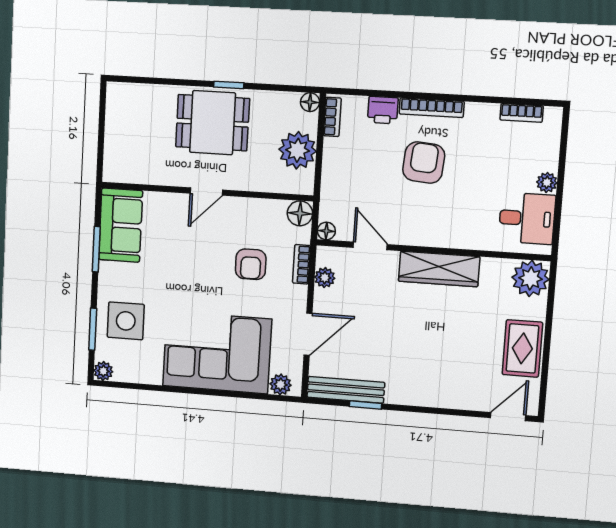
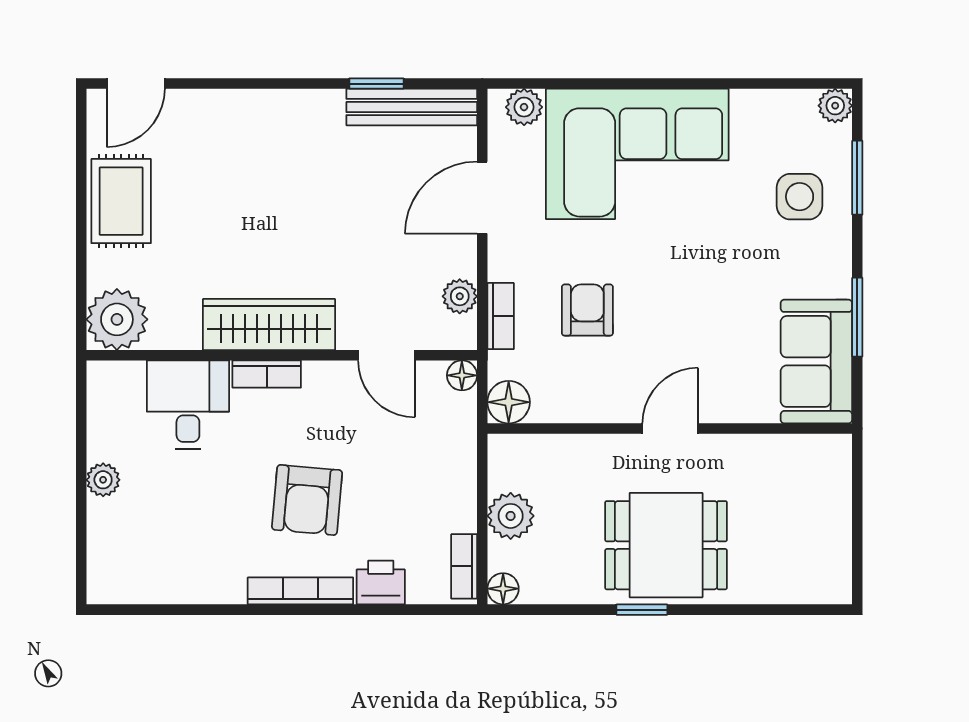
bookcase: (522, 113) -> (267, 374), moved, turned 180
plant: (298, 150) -> (511, 516), width x0.73, depth x0.73
desk: (527, 218) -> (188, 405), moved, turned 90
side table: (126, 321) -> (800, 197), width x0.73, depth x0.73

